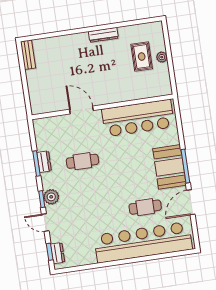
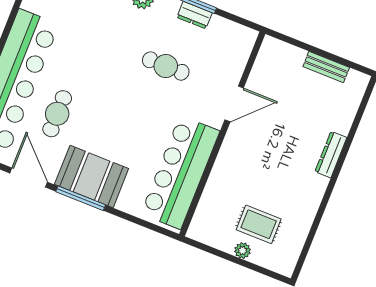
dresser: (103, 35) -> (331, 155), moved
bench: (28, 55) -> (326, 67), moved
cafe table: (82, 161) -> (166, 66), turned 90

